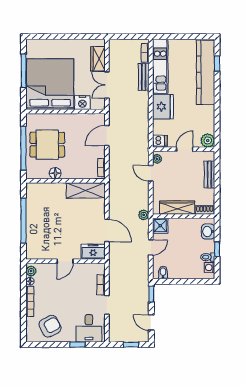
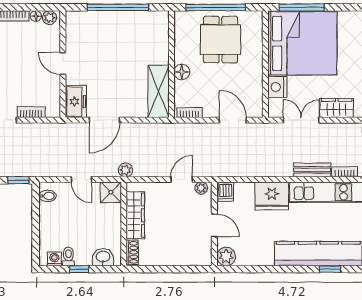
window: (23, 71) -> (302, 7), moved
floor lamp: (55, 173) -> (182, 72), moved
bench: (209, 174) -> (180, 259), removed

